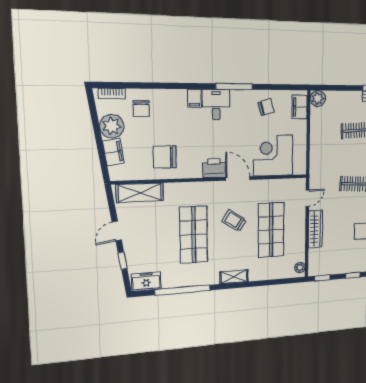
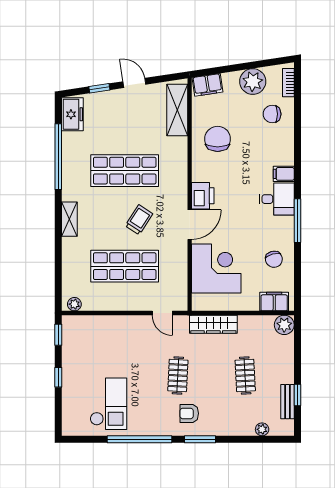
filing cabinet: (113, 152) -> (207, 85), moved
wardrobe: (315, 229) -> (213, 324), moved

